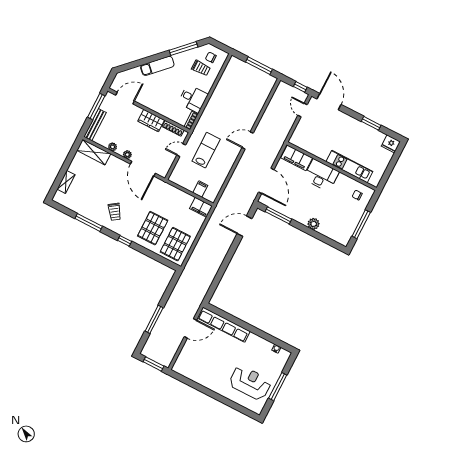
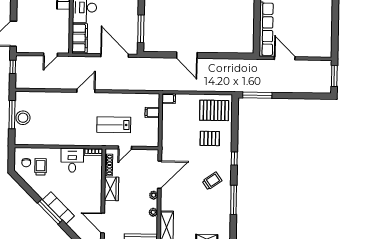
window: (183, 49) -> (50, 212), moved
stool: (251, 74) -> (23, 118), added
door: (303, 110) -> (51, 54), moved
door: (248, 140) -> (86, 91), swing flipped
door: (181, 150) -> (125, 148), hinge flipped
door: (266, 181) -> (115, 55), hinge flipped
filing cabinet: (201, 207) -> (169, 99), width x0.50
door: (245, 226) -> (187, 55), moved
pallet: (153, 228) -> (210, 138), width x0.67, depth x0.71
window: (154, 319) -> (257, 95), moved

